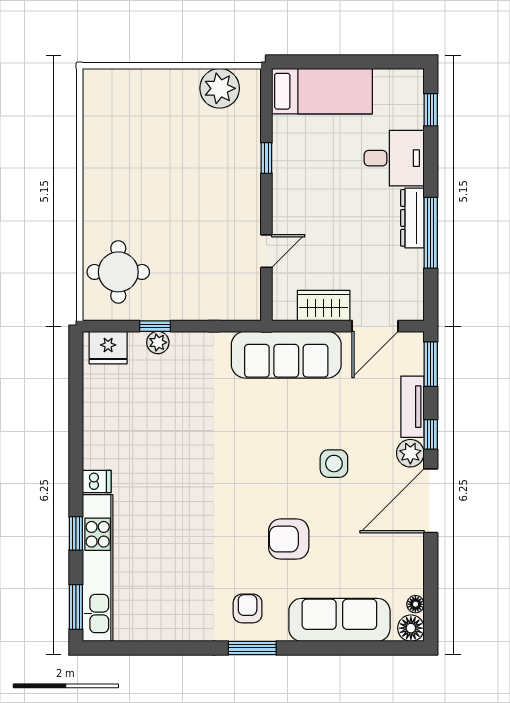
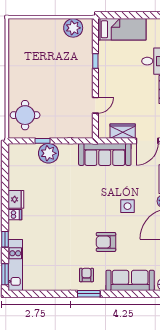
plant: (158, 342) -> (48, 153), width x1.88, depth x1.88
fridge: (108, 348) -> (16, 199), moved, turned -90
kitchen unit: (98, 568) -> (15, 265), width x0.73

